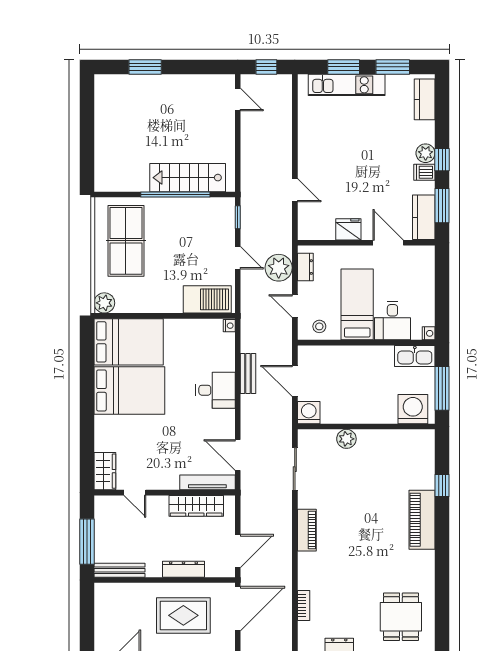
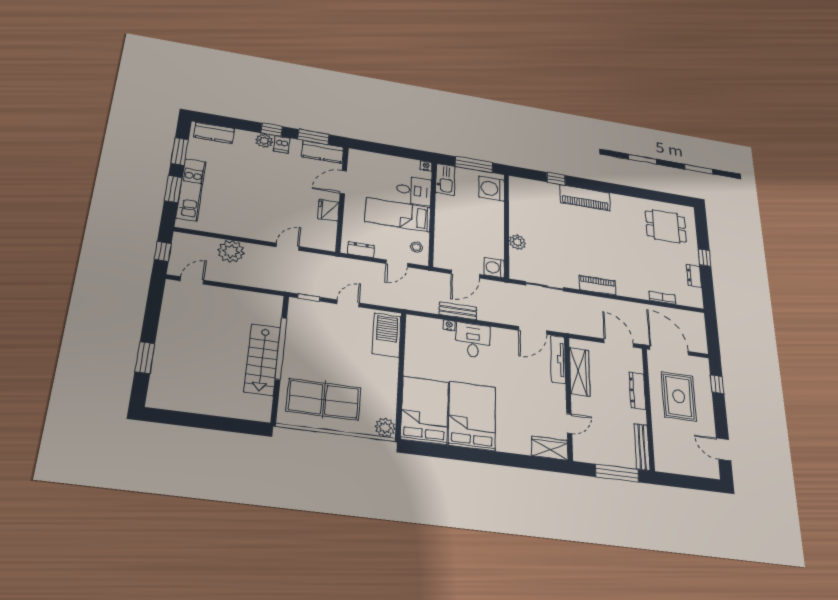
stairs: (188, 178) -> (262, 359), moved
plant: (279, 268) -> (231, 251), moved
nightstand: (229, 326) -> (449, 325), moved

